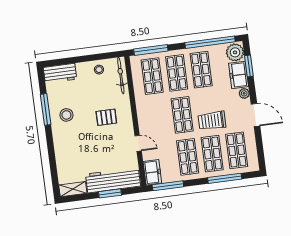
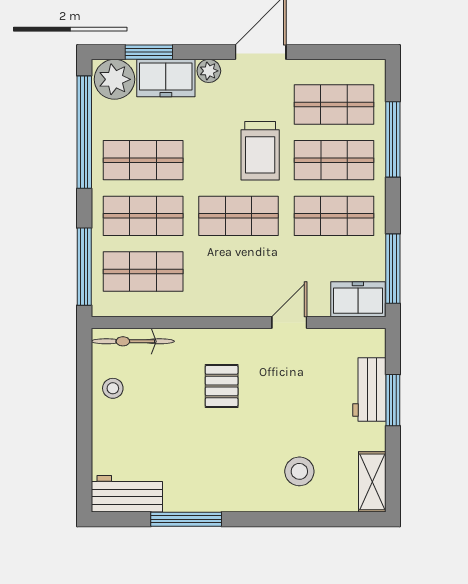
workbench: (60, 73) -> (127, 494), moved, turned -90
stool: (66, 115) -> (299, 471), moved
workbench: (113, 180) -> (369, 389), width x0.53, depth x0.76

